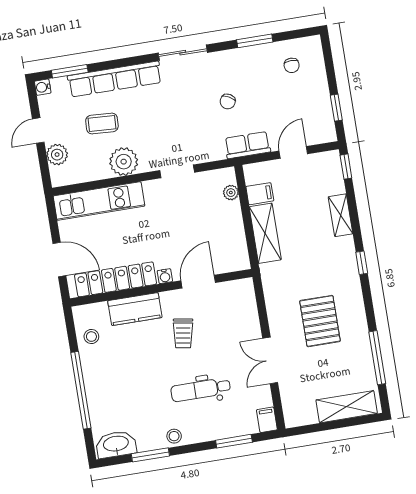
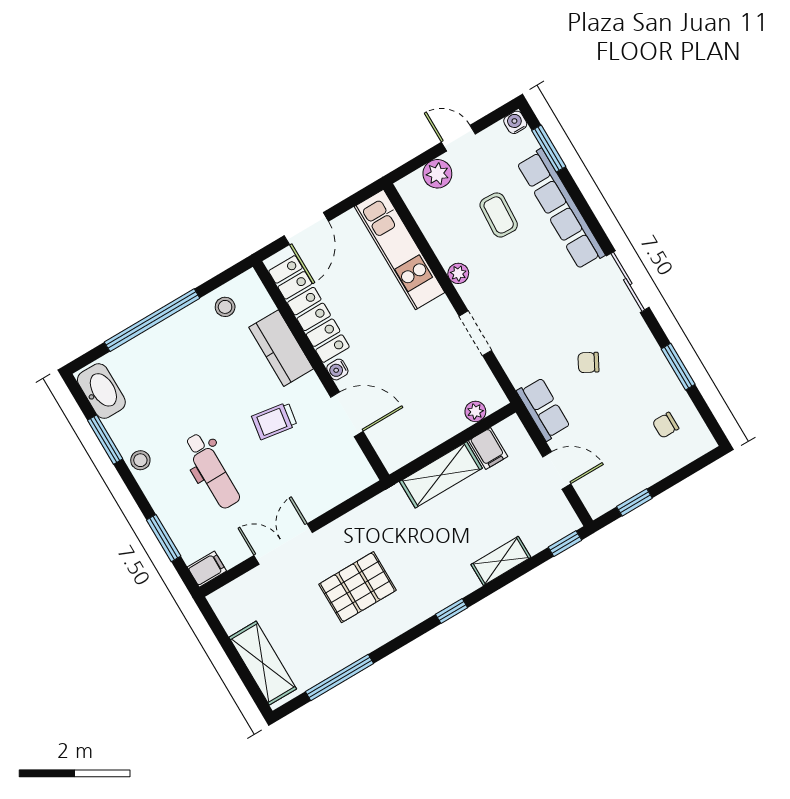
plant: (124, 162) -> (458, 273), width x0.53, depth x0.53
dental chair: (201, 390) -> (212, 471), turned 180

